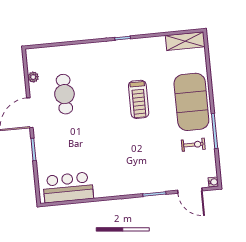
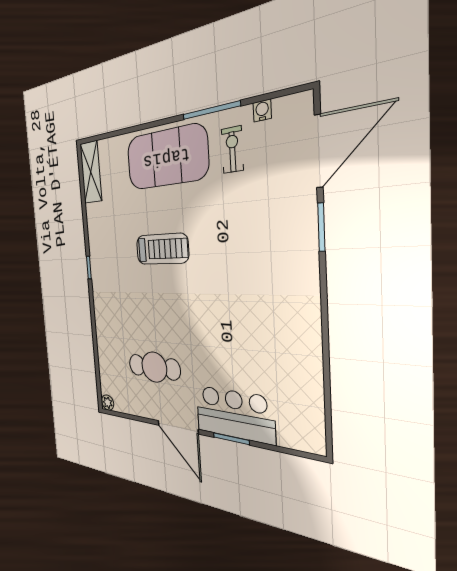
plant: (33, 77) -> (108, 403), moved
water cooler: (213, 182) -> (262, 110), moved
bar counter: (68, 187) -> (234, 414), moved, turned 90
door: (190, 191) -> (319, 151), width x1.36

